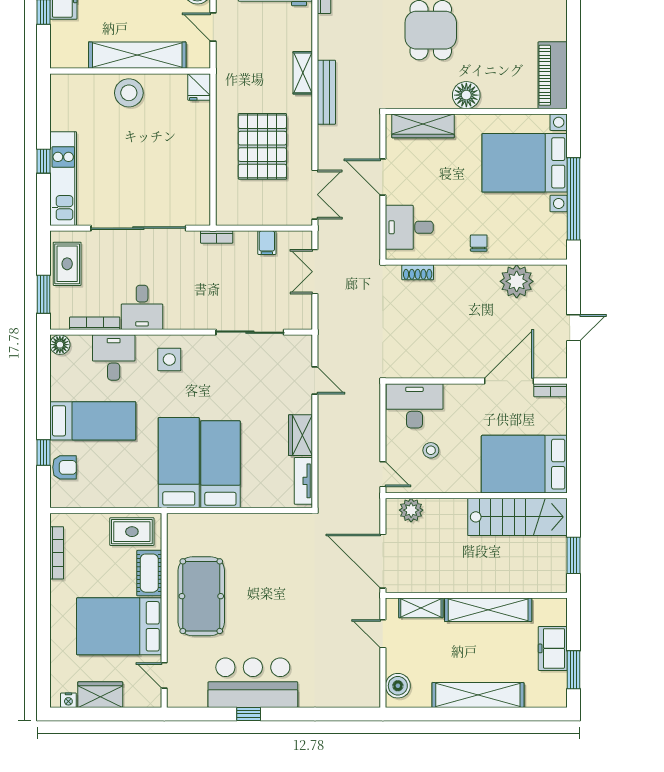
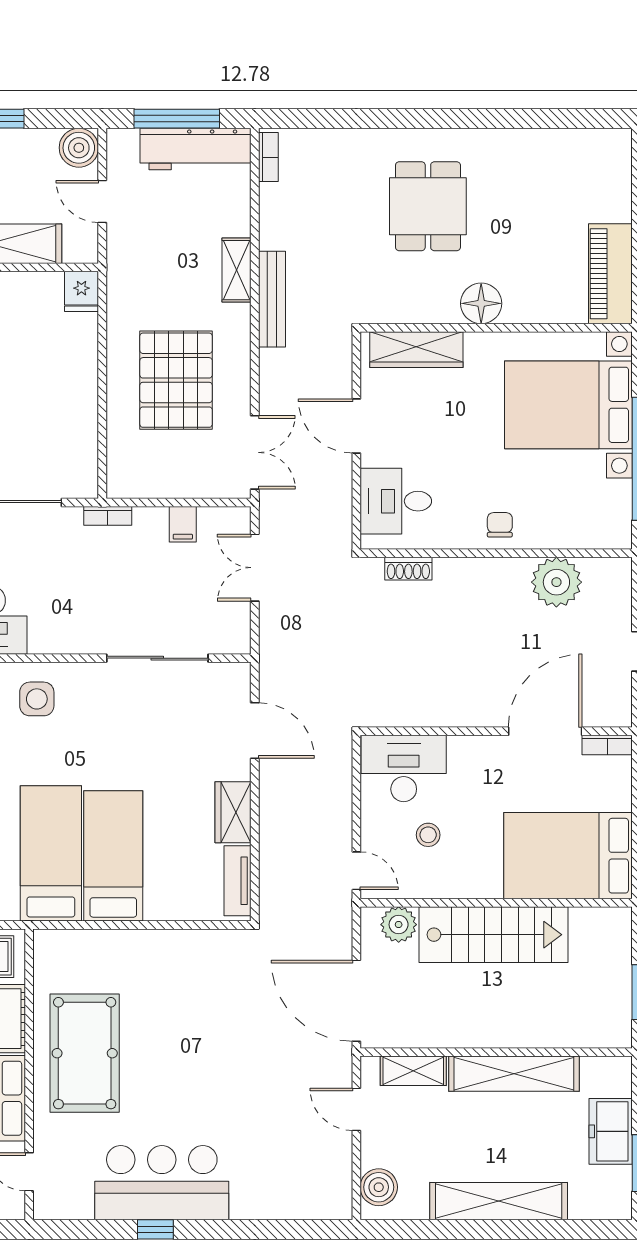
door: (315, 381) -> (255, 730), width x1.38
stairs: (517, 517) -> (493, 935), moved

